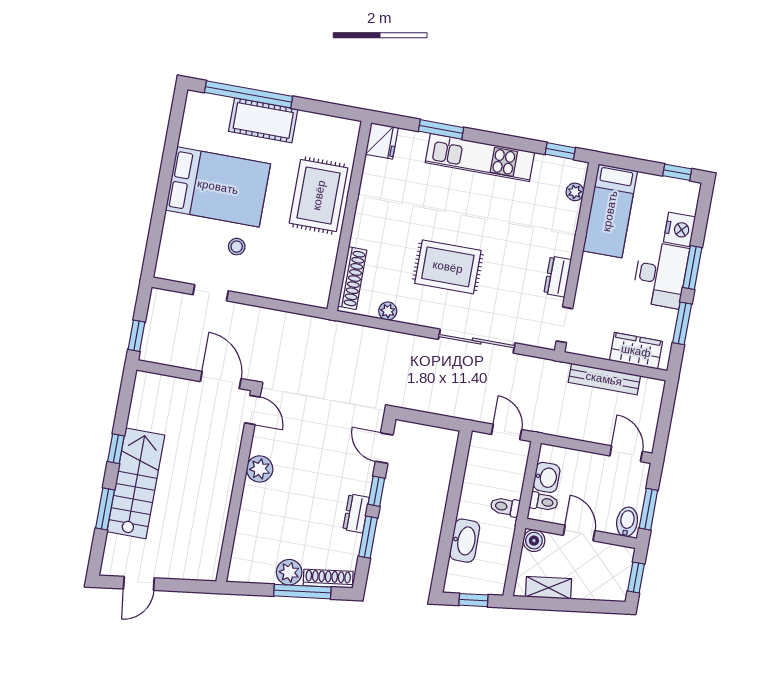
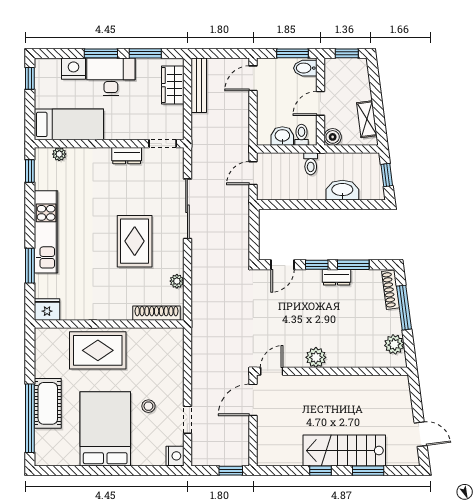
nightstand: (168, 269) -> (175, 456), added
bench: (604, 379) -> (199, 85), moved
plant: (289, 572) -> (394, 344), moved

